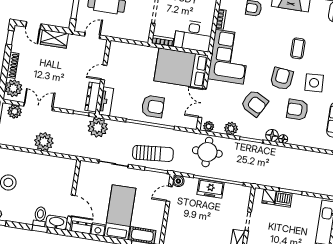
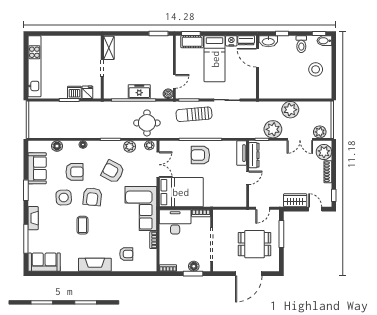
plant: (98, 127) -> (273, 129), moved
floor lamp: (272, 135) -> (57, 146), moved
toilet: (40, 216) -> (301, 44), moved

